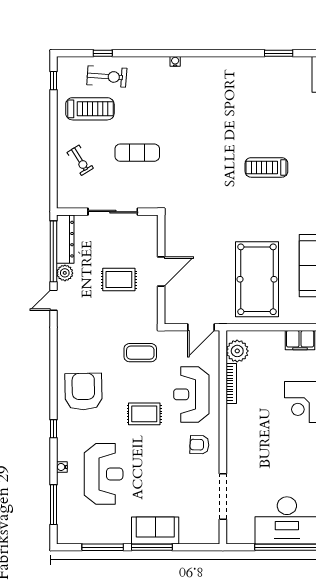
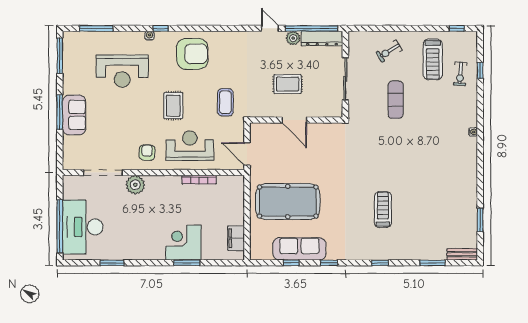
exercise bike: (107, 76) -> (460, 74), width x0.73, depth x0.72
rug: (119, 280) -> (288, 84), turned 90
plant: (237, 351) -> (135, 185), moved
water cooler: (62, 467) -> (149, 36), moved
window: (103, 547) -> (60, 56), moved

